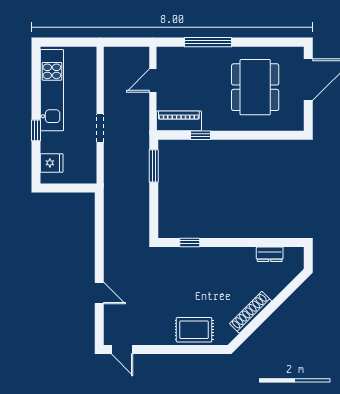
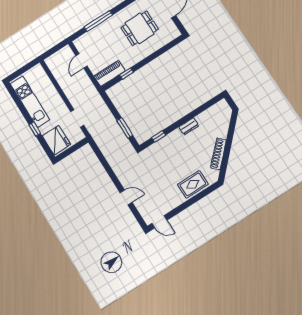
dining table: (255, 87) -> (140, 28), width x0.73
doorway: (100, 128) -> (77, 118), moved
fridge: (52, 163) -> (56, 140), width x1.88, depth x1.34
window: (154, 166) -> (125, 128), moved
dresser: (270, 254) -> (189, 126), moved

